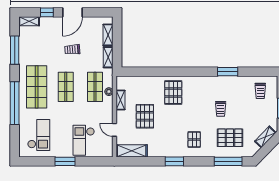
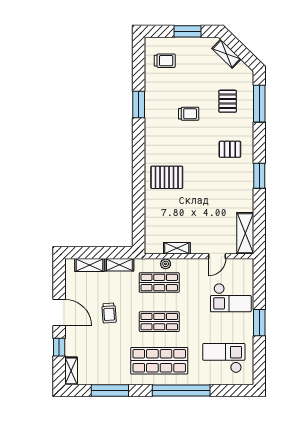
pallet: (145, 116) -> (199, 215), removed
pallet: (230, 138) -> (228, 101), width x0.67, depth x0.71

